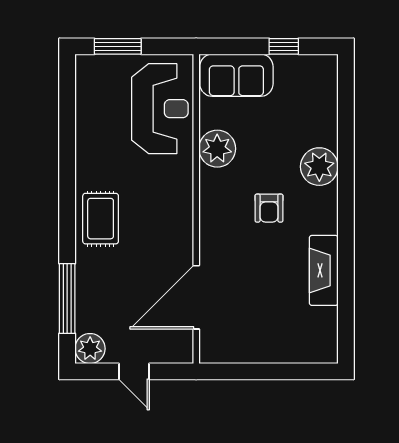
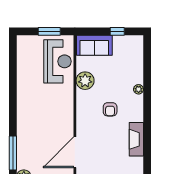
window: (118, 46) -> (49, 31), moved
plant: (319, 167) -> (139, 89), width x0.53, depth x0.53
rug: (101, 219) -> (29, 114), removed

